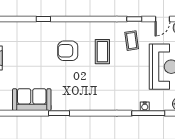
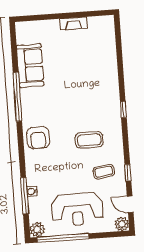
window: (43, 19) -> (123, 110), moved
armchair: (68, 51) -> (38, 138), moved, turned 180
window: (59, 113) -> (17, 97), width x2.11

